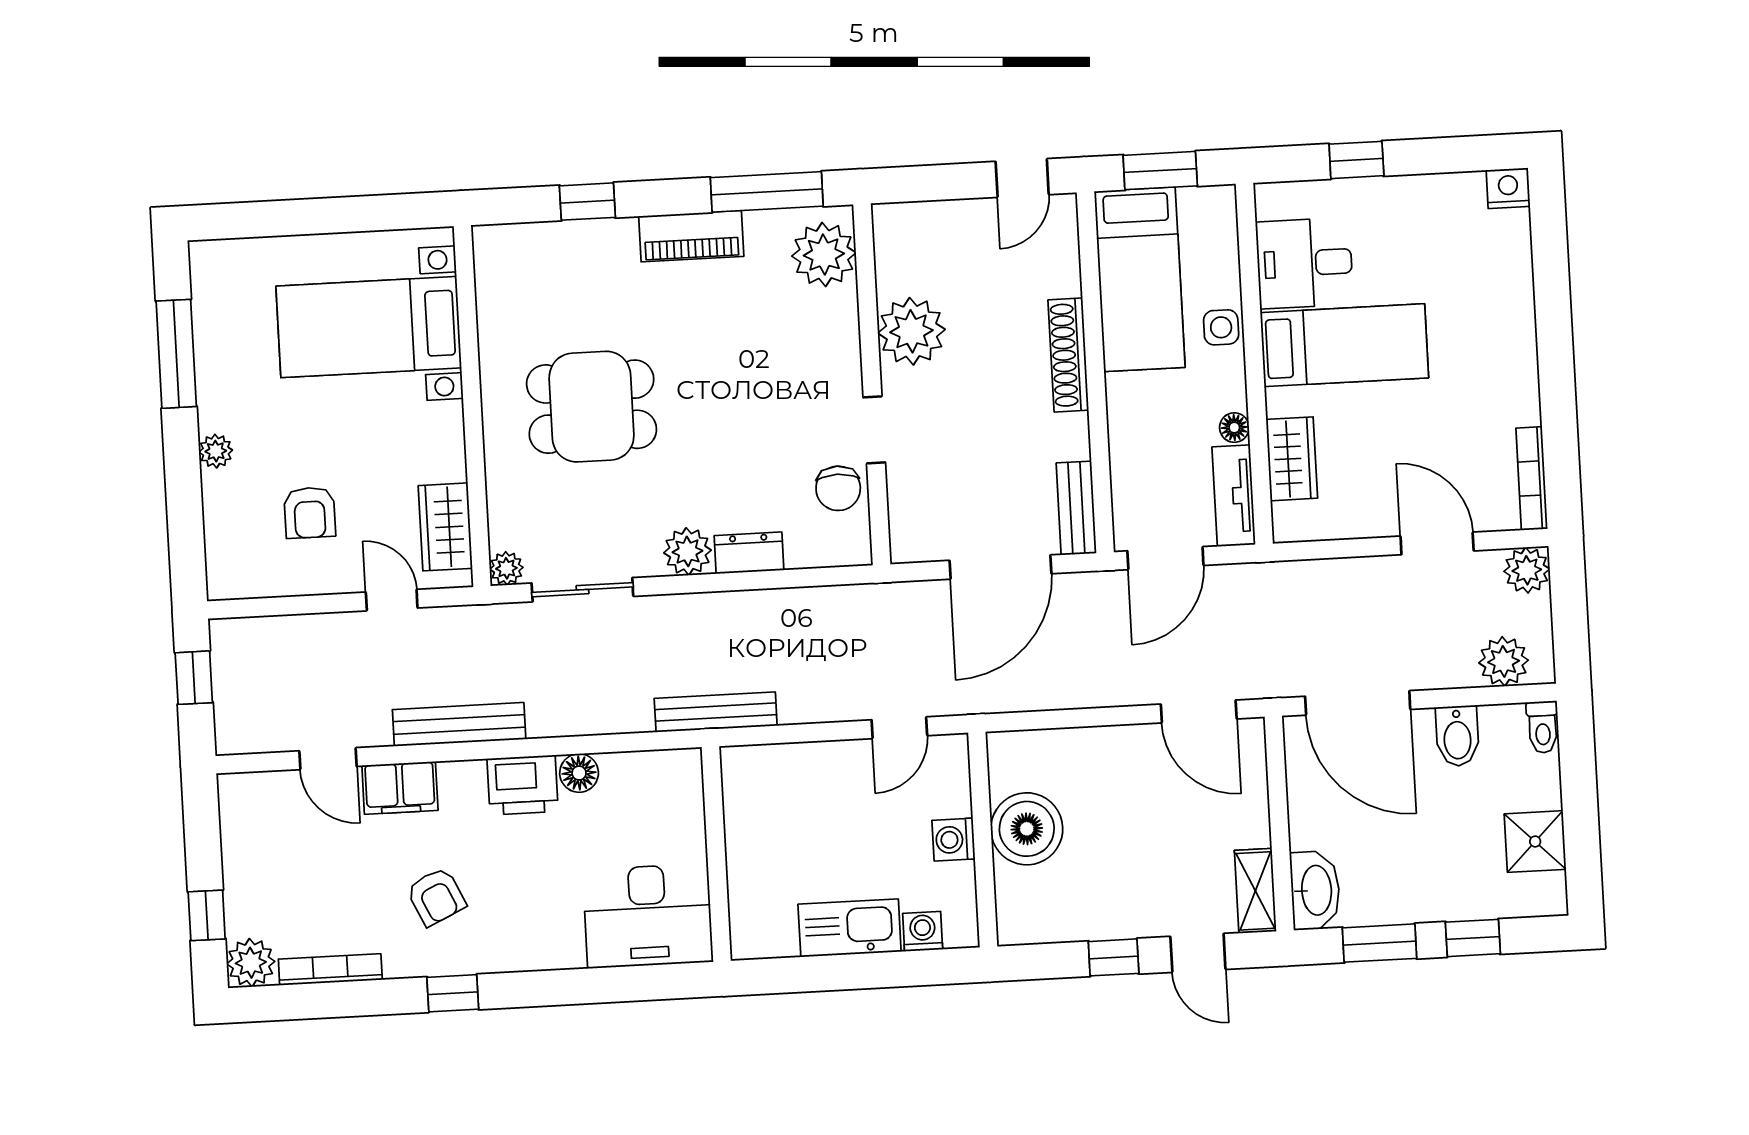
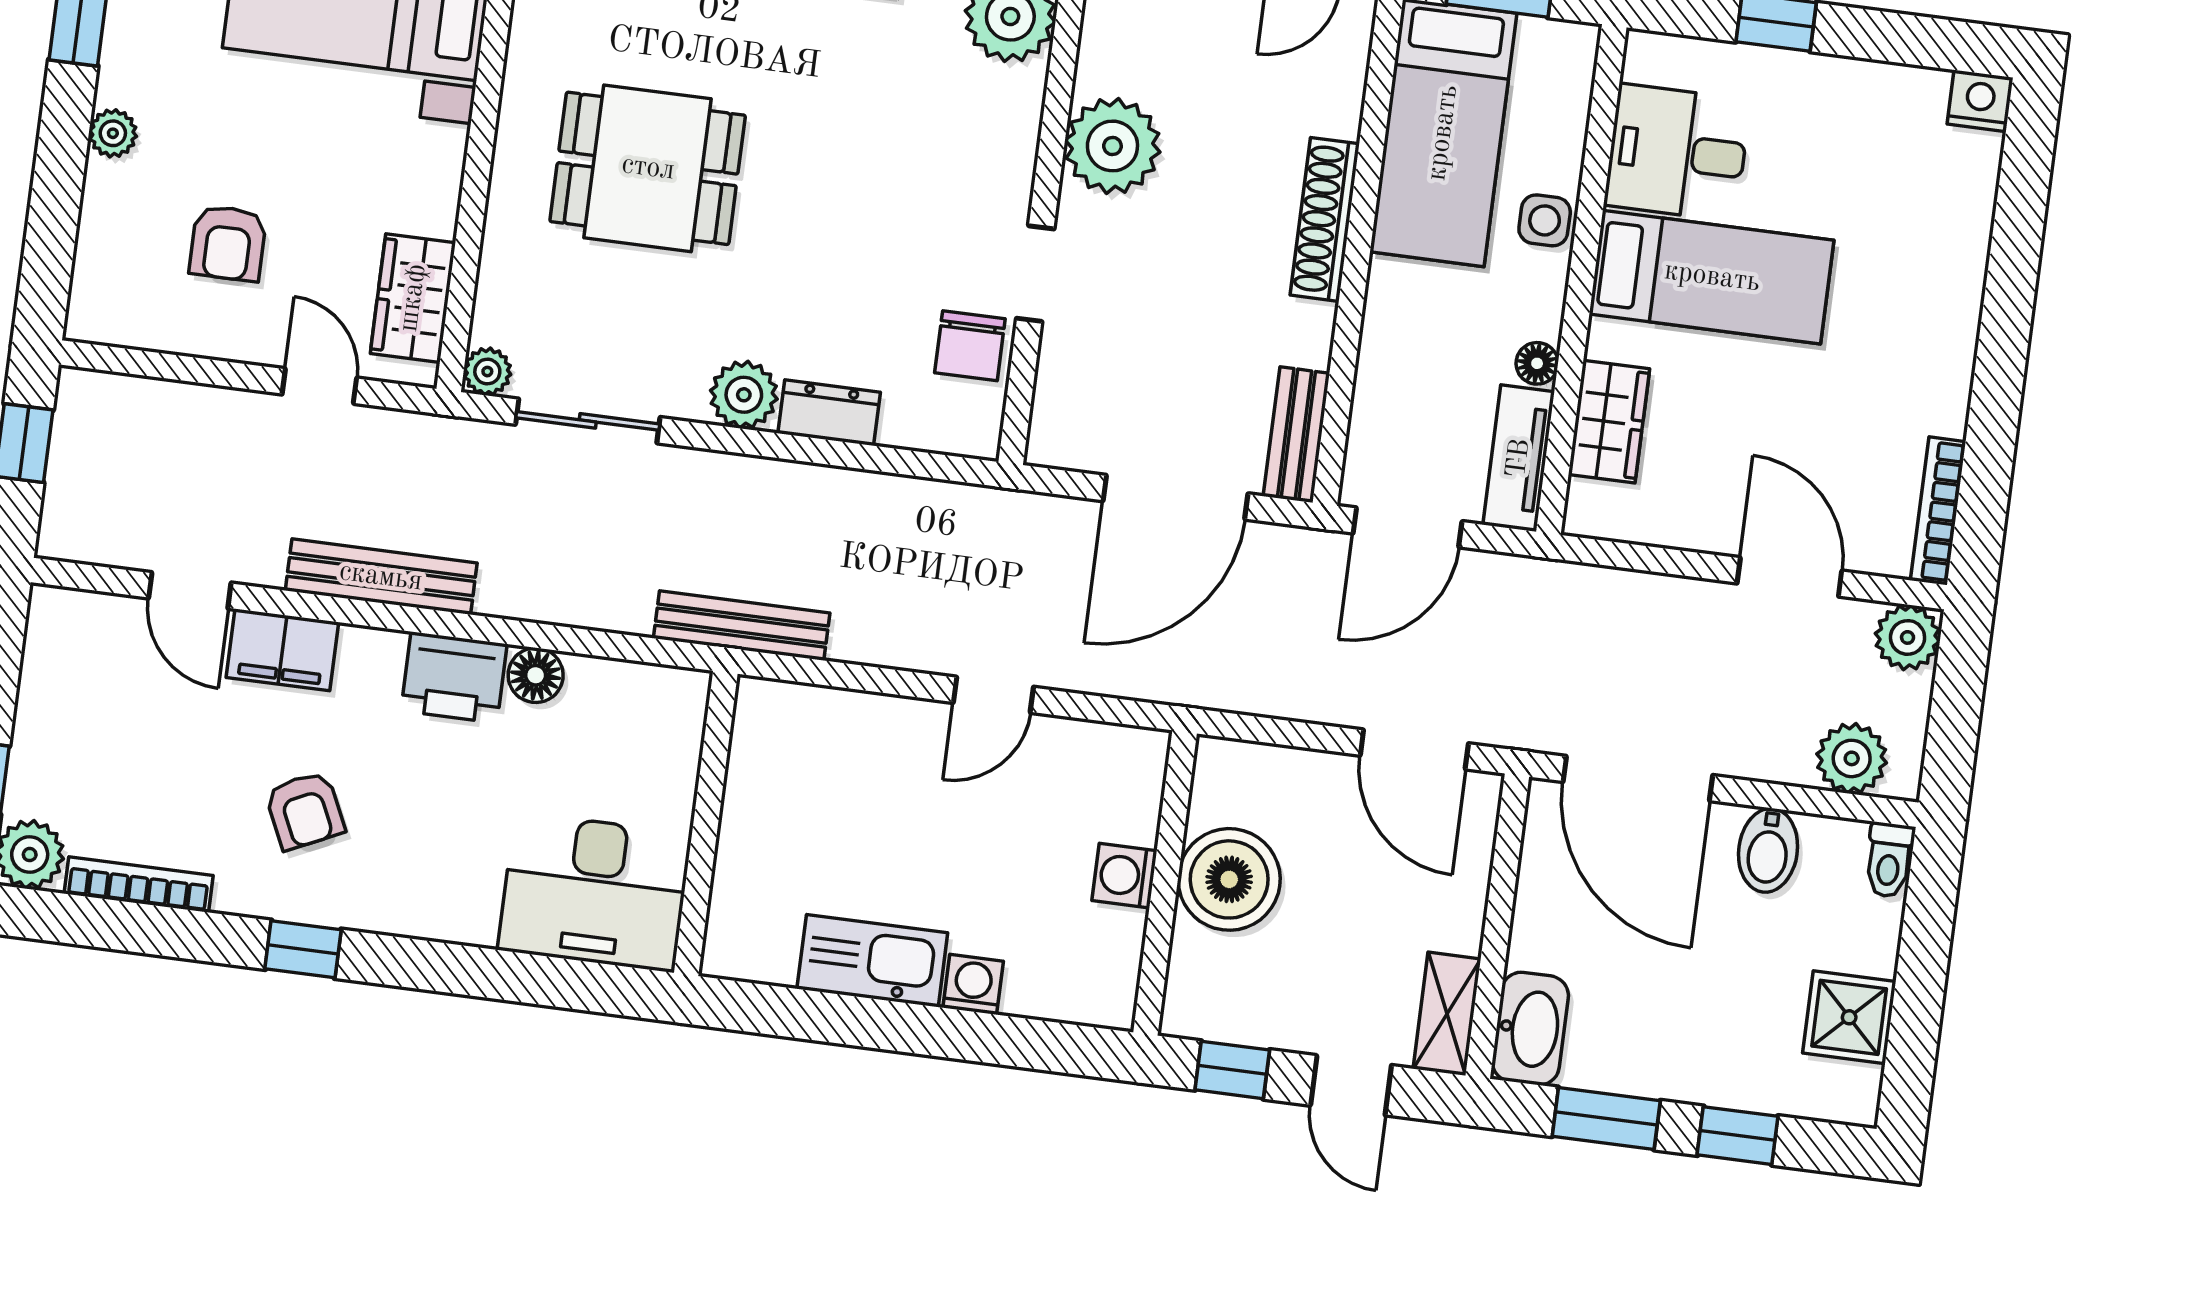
boiler: (1027, 829) -> (1229, 879), moved
washing machine: (954, 840) -> (1124, 876), moved
wall: (983, 840) -> (1165, 883), moved

